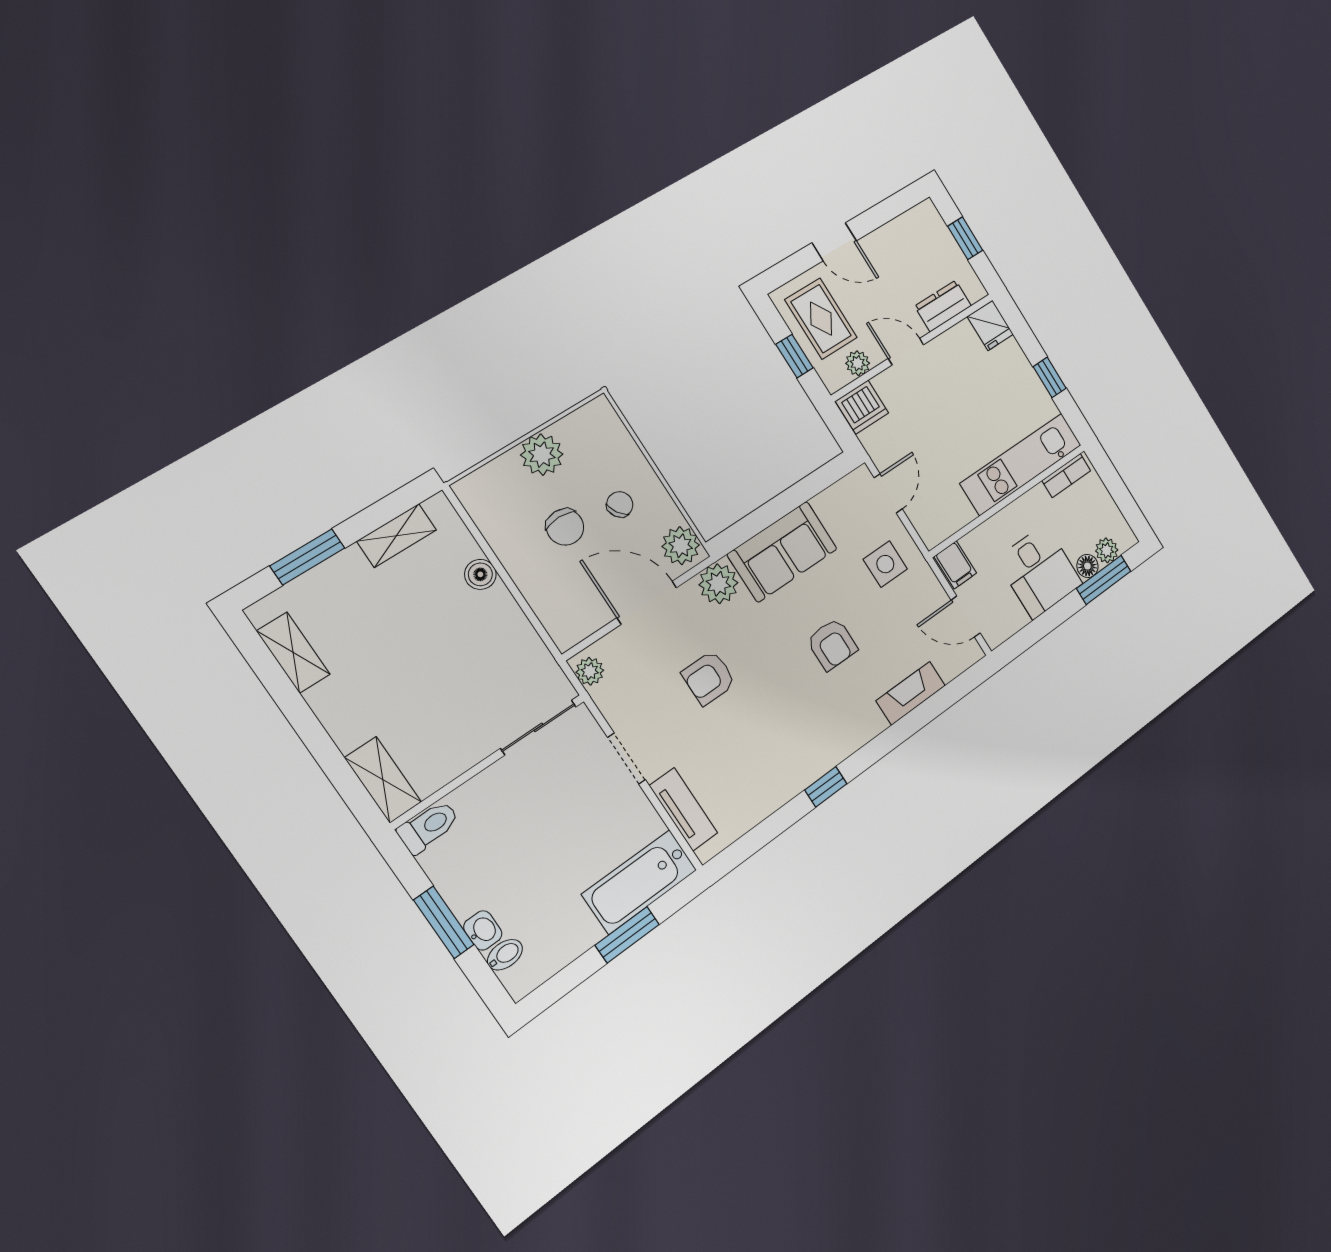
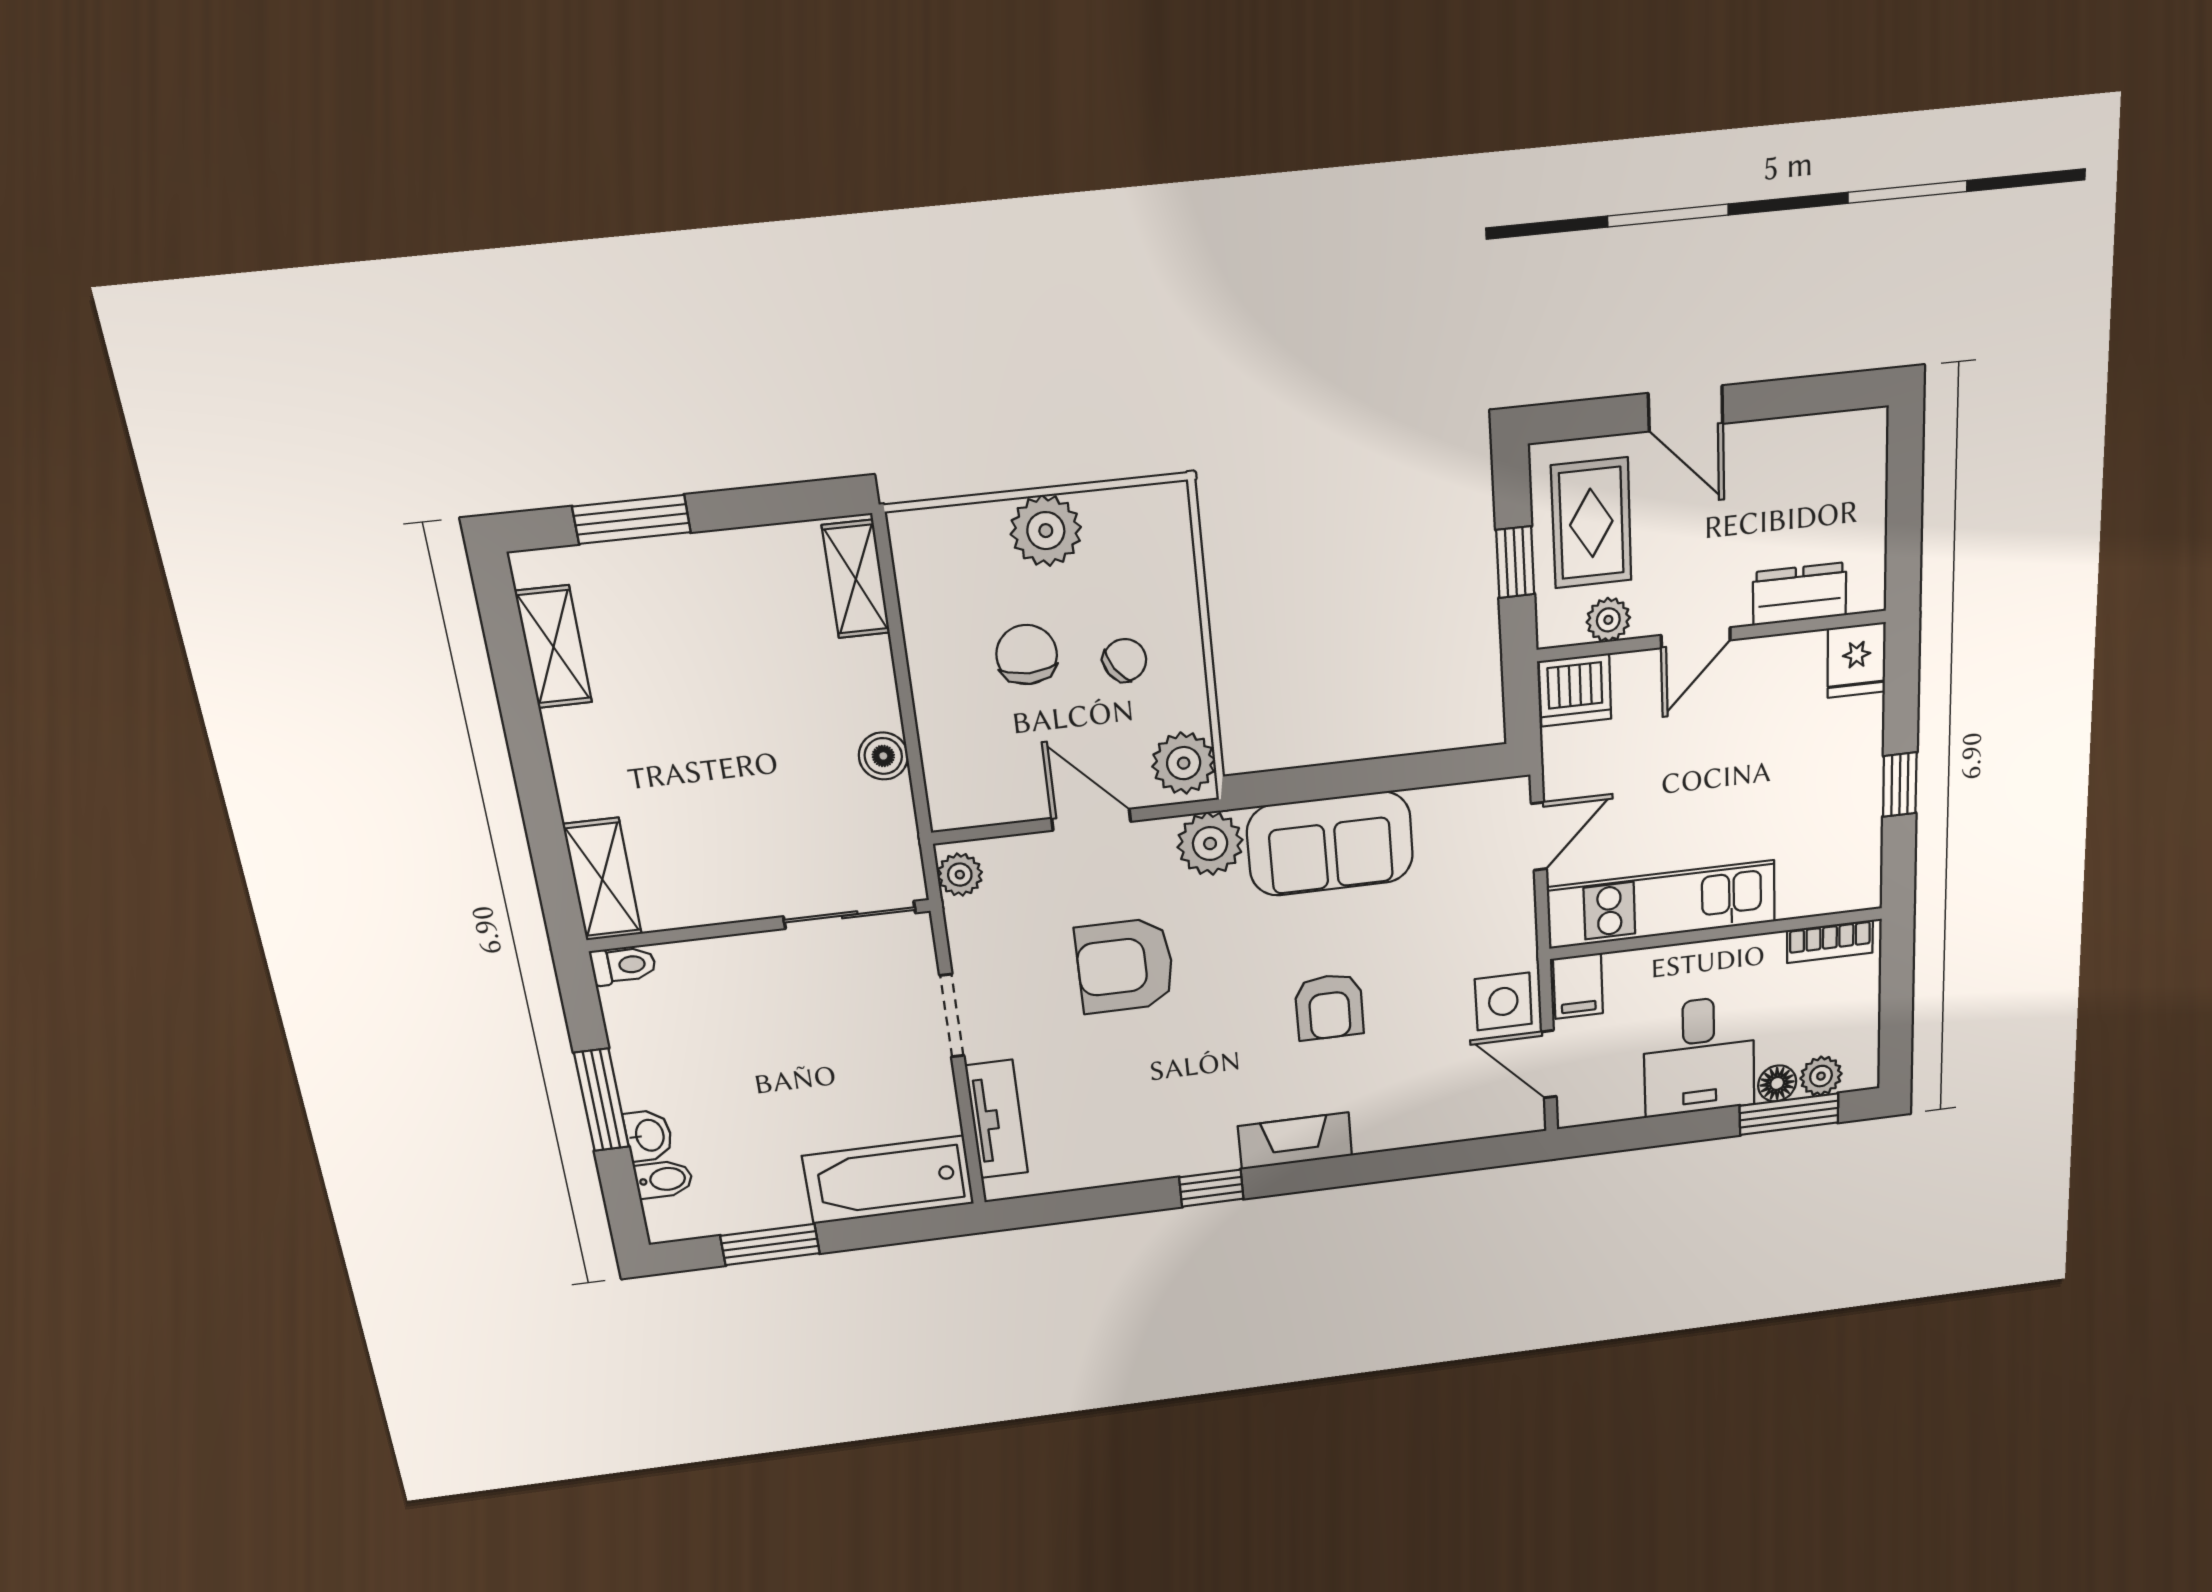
window: (965, 238) -> (1904, 502), removed
door: (906, 352) -> (1696, 638), swing flipped
kitchen unit: (1021, 464) -> (1661, 904), moved
chair: (565, 527) -> (1027, 655), turned 180
shelving: (397, 536) -> (856, 579), moved, turned 90
side table: (885, 564) -> (1503, 1001), moved
boiler: (480, 574) -> (883, 756), moved
door: (647, 603) -> (1091, 820), width x0.73
armchair: (709, 678) -> (1125, 966), width x1.38, depth x1.38
fireplace: (911, 693) -> (1295, 1141), moved
toilet: (429, 827) -> (623, 965), width x0.73, depth x0.72
window: (627, 935) -> (770, 1245), moved

